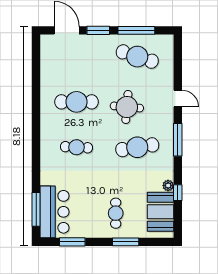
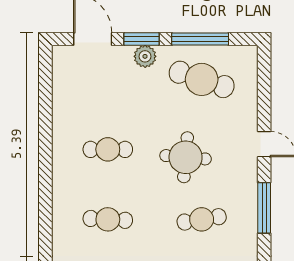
plant: (101, 42) -> (145, 56), added
cafe table: (76, 102) -> (108, 149), width x0.73, depth x0.74
cafe table: (137, 147) -> (202, 219), width x0.73, depth x0.74

